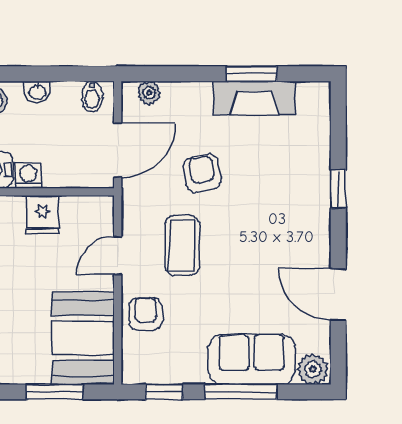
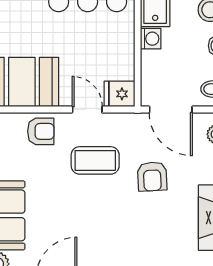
armchair: (202, 174) -> (152, 176), turned 97
fridge: (42, 215) -> (120, 94), moved

